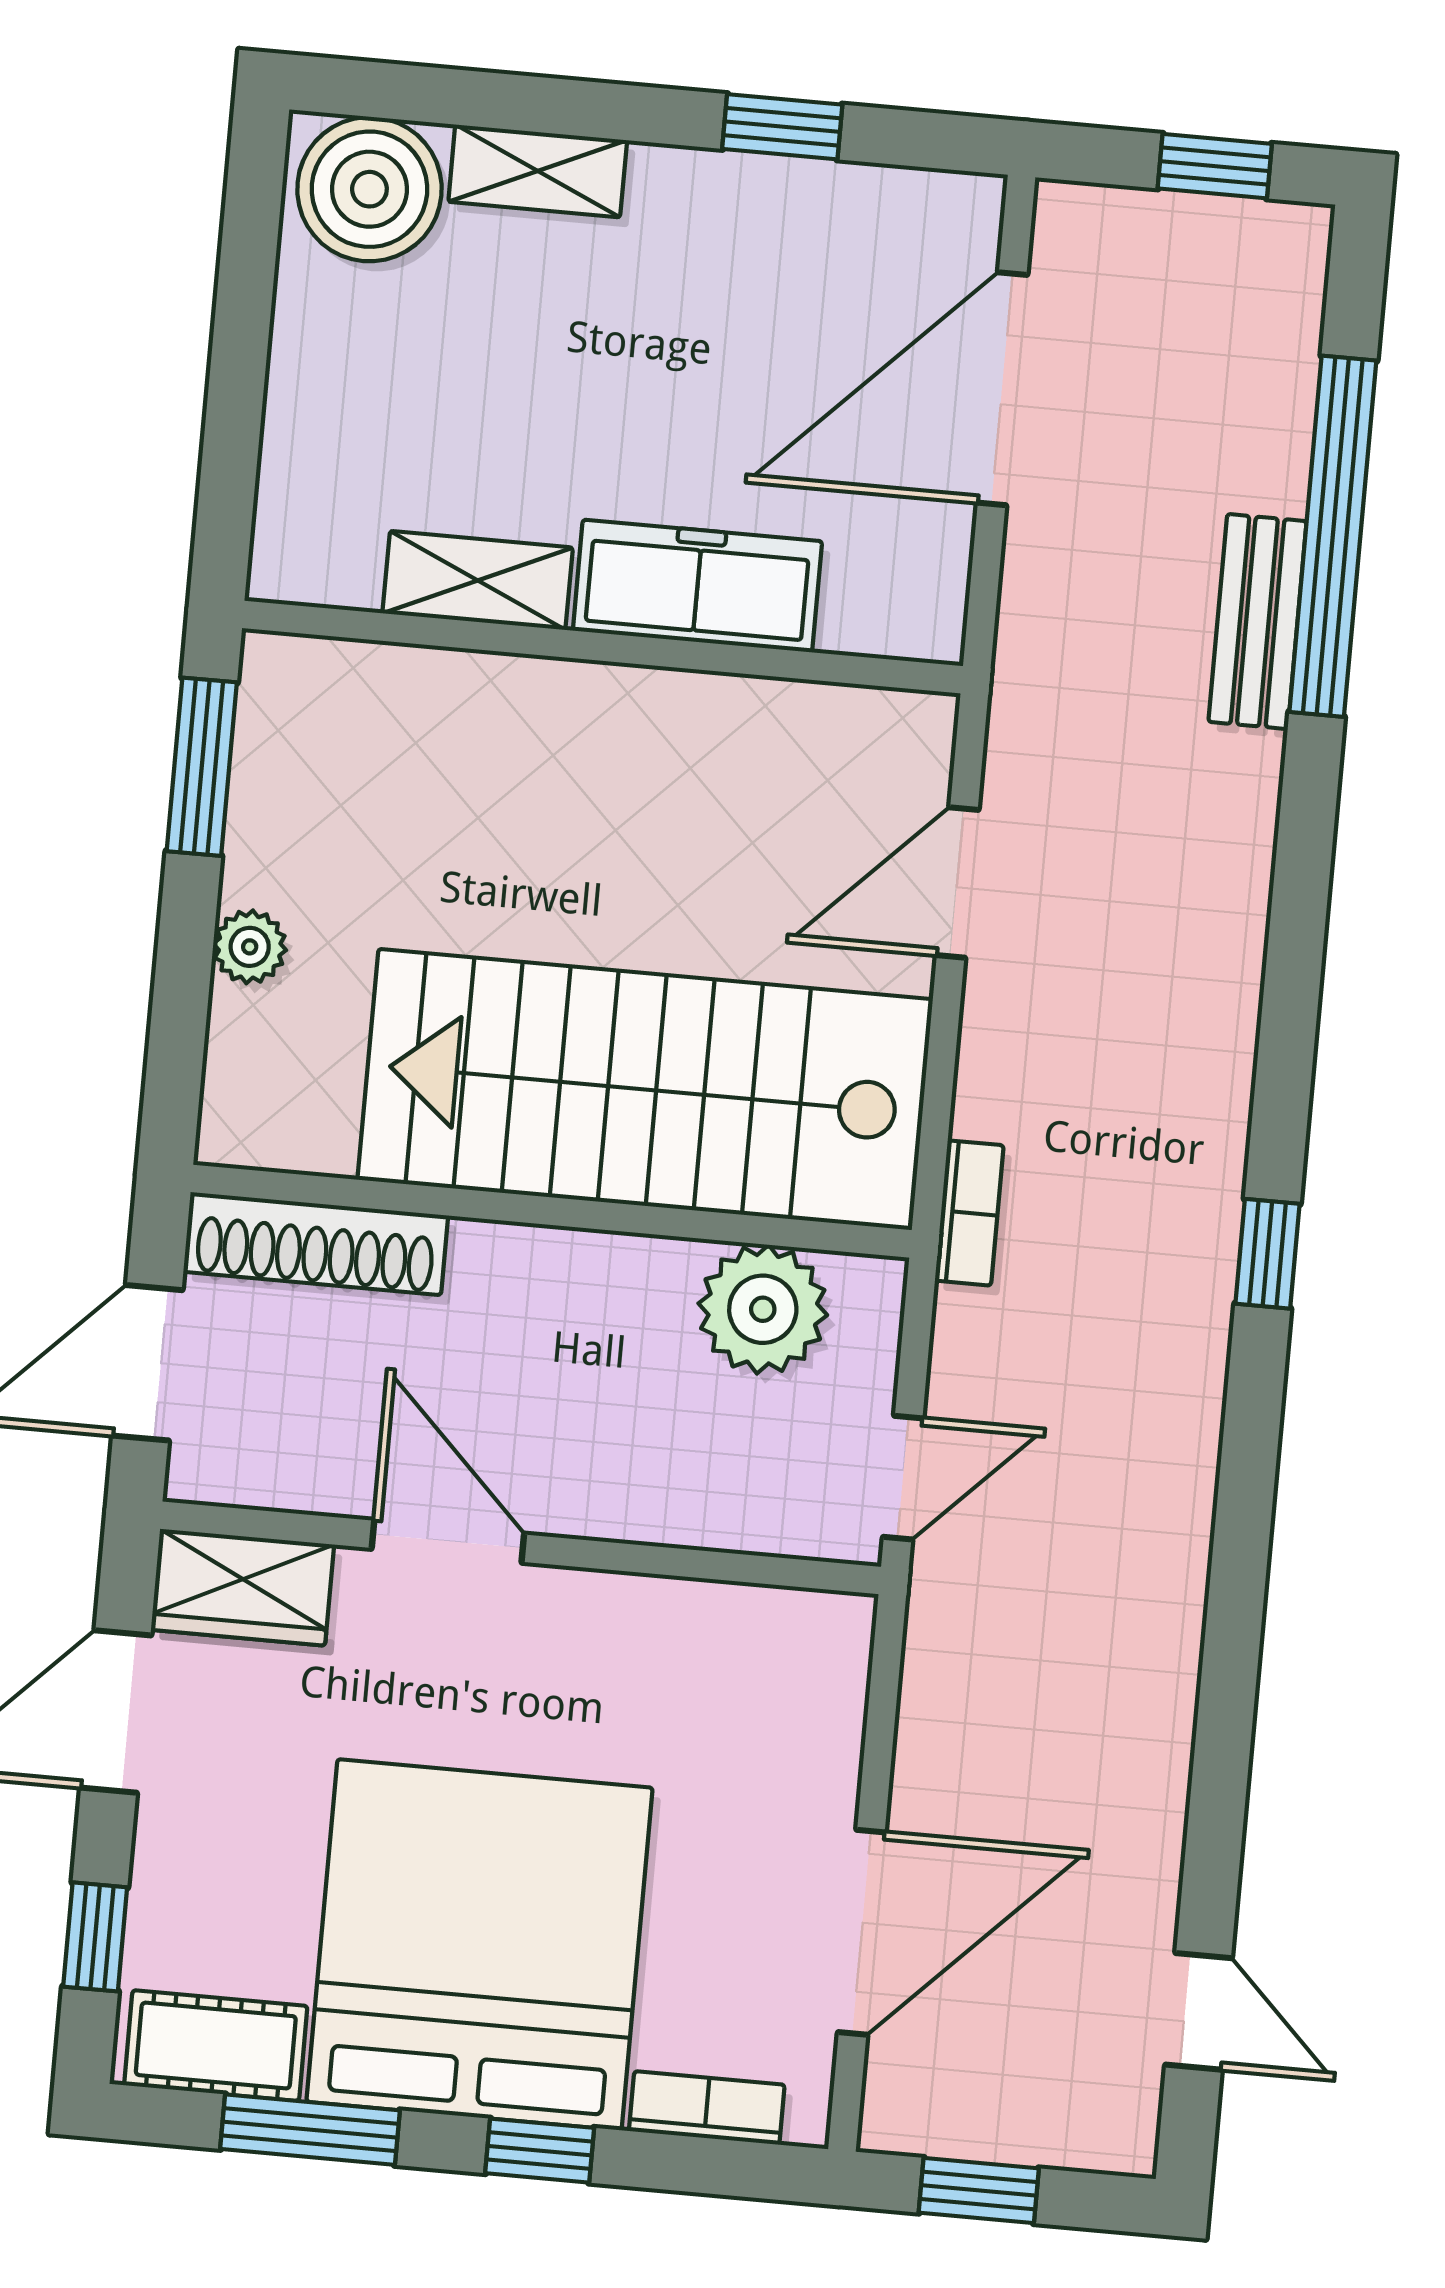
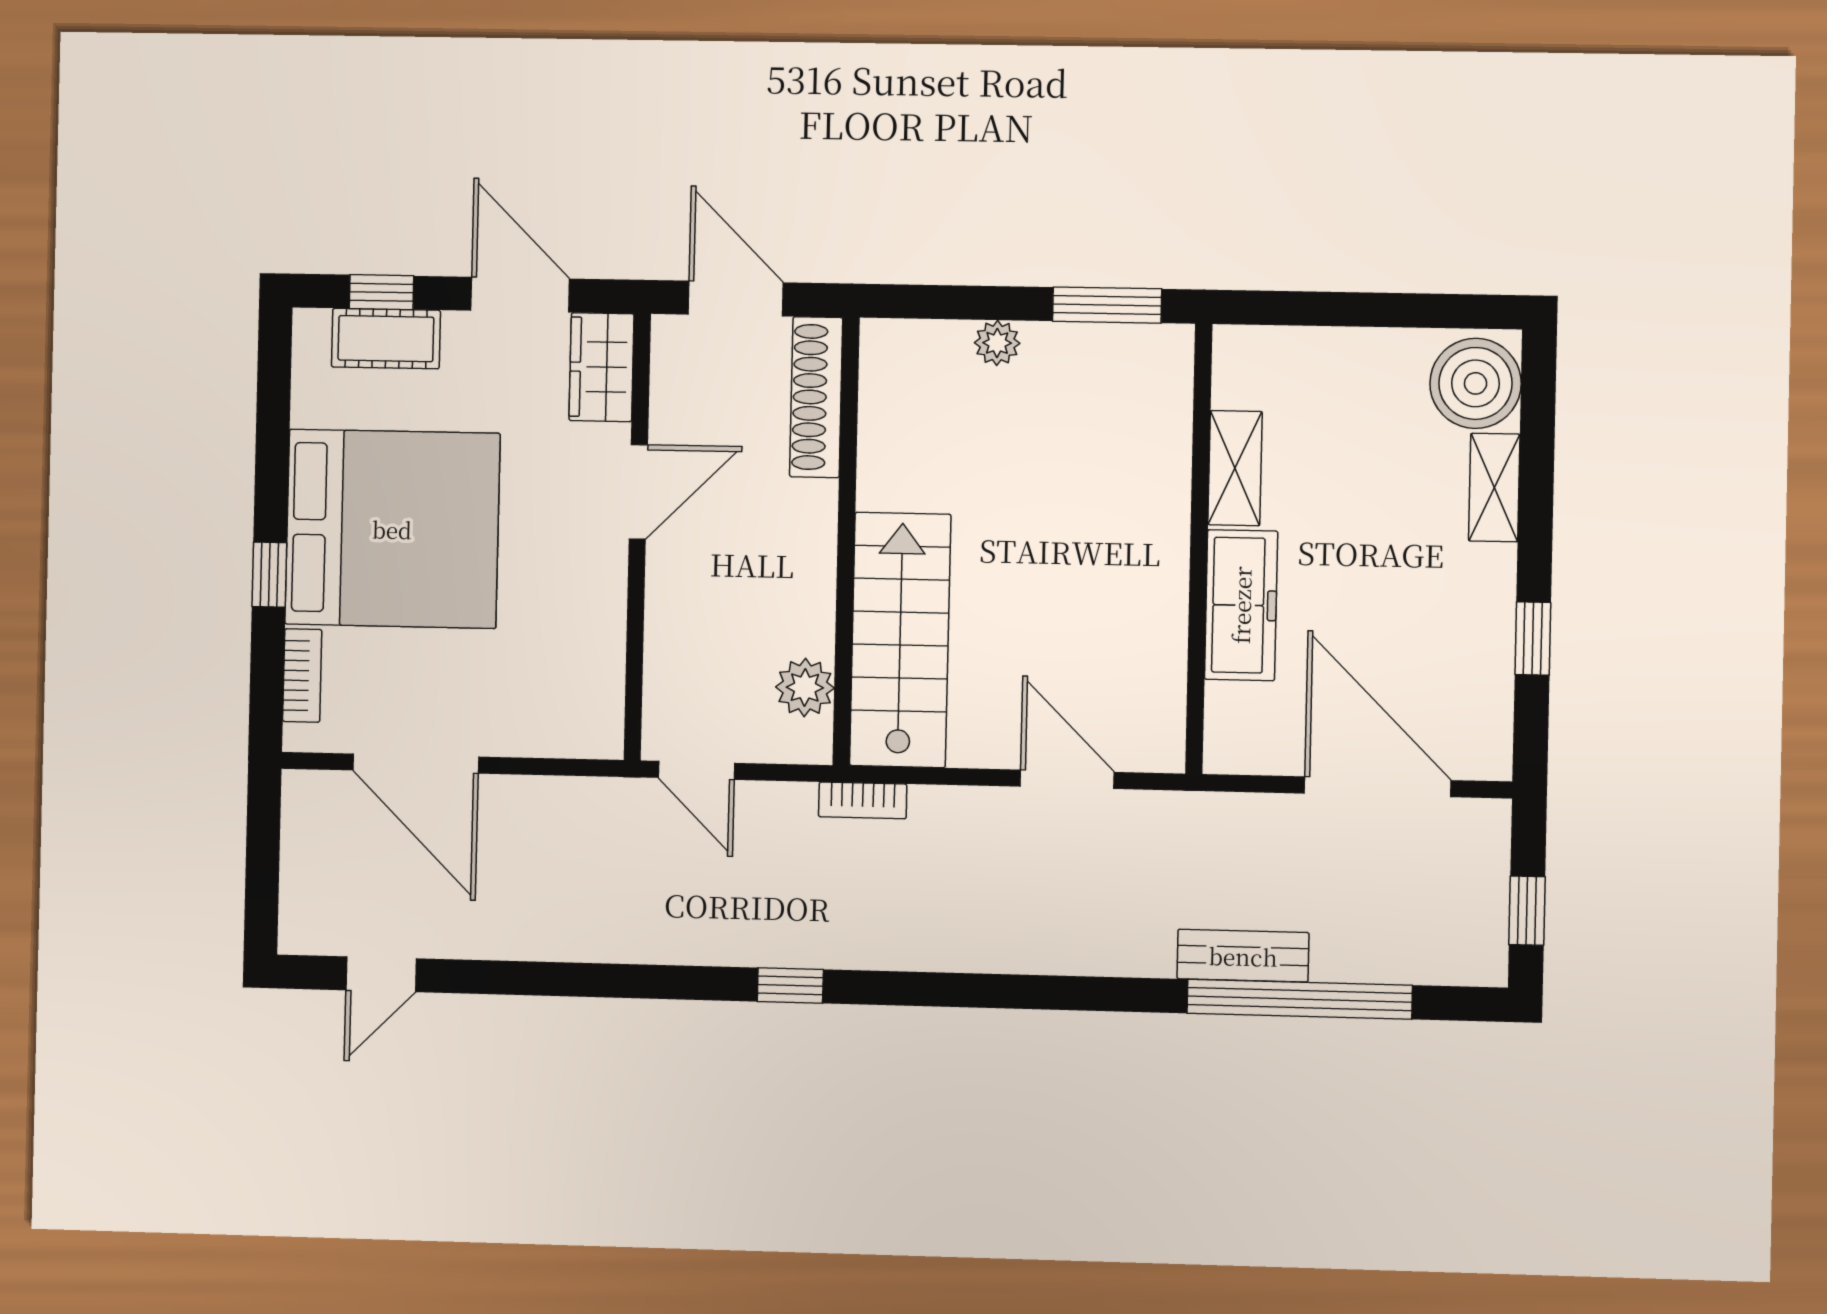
stairs: (645, 1090) -> (900, 640), width x0.73, depth x0.66
window: (1267, 1254) -> (790, 985), moved
plant: (763, 1309) -> (805, 687), width x0.73, depth x0.73
cot: (216, 2046) -> (386, 339), moved, turned 90
window: (310, 2130) -> (273, 433), removed
window: (979, 2190) -> (263, 846), removed

